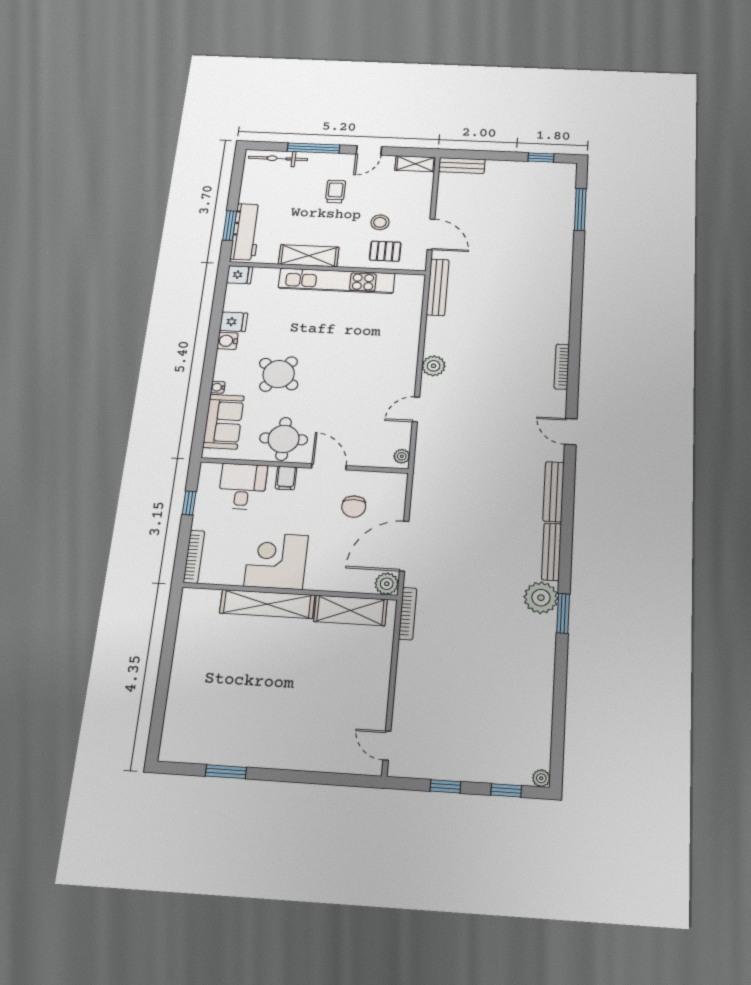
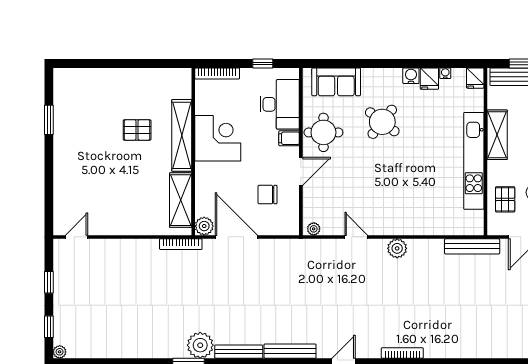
water cooler: (218, 387) -> (445, 73), moved
desk: (243, 486) -> (280, 104), width x1.37
pallet: (253, 659) -> (137, 130), added

